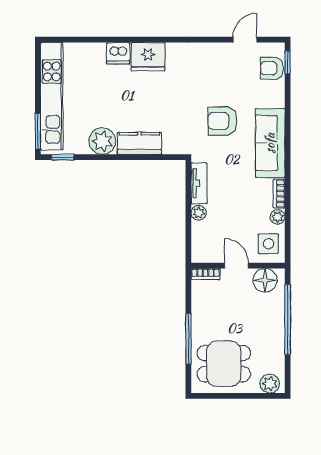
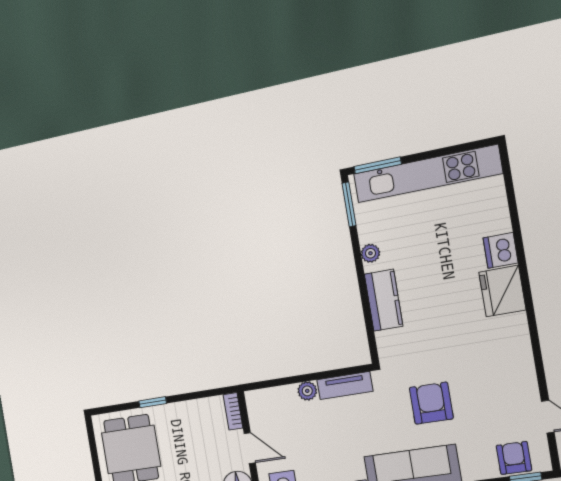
plant: (102, 141) -> (370, 253), width x0.53, depth x0.53
window: (63, 157) -> (349, 204), width x1.50
door: (236, 266) -> (250, 448), hinge flipped
window: (188, 339) -> (153, 402), width x0.46

